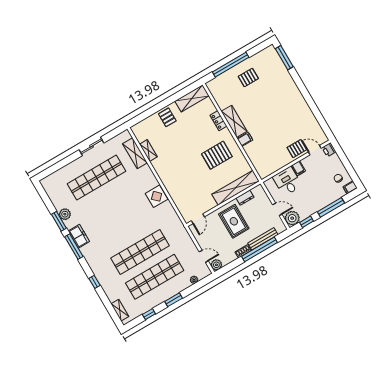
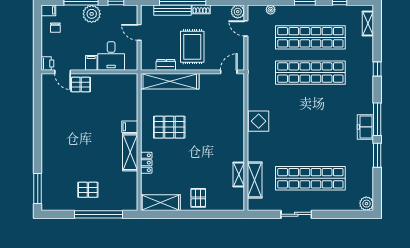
plant: (65, 214) -> (366, 204), moved
plant: (292, 218) -> (92, 14), moved

